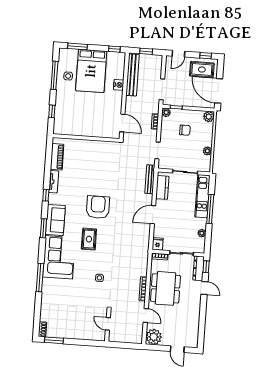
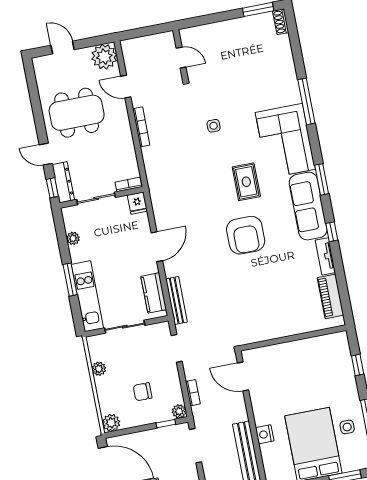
window: (210, 209) -> (70, 280), width x0.69
sofa: (55, 220) -> (308, 206), width x1.36
dining table: (165, 288) -> (77, 113), moved, turned 90

